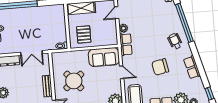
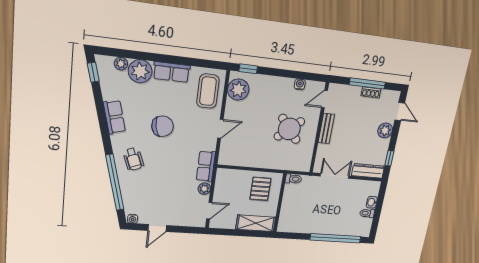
sofa: (104, 57) -> (240, 154), removed
door: (122, 72) -> (220, 129), swing flipped

